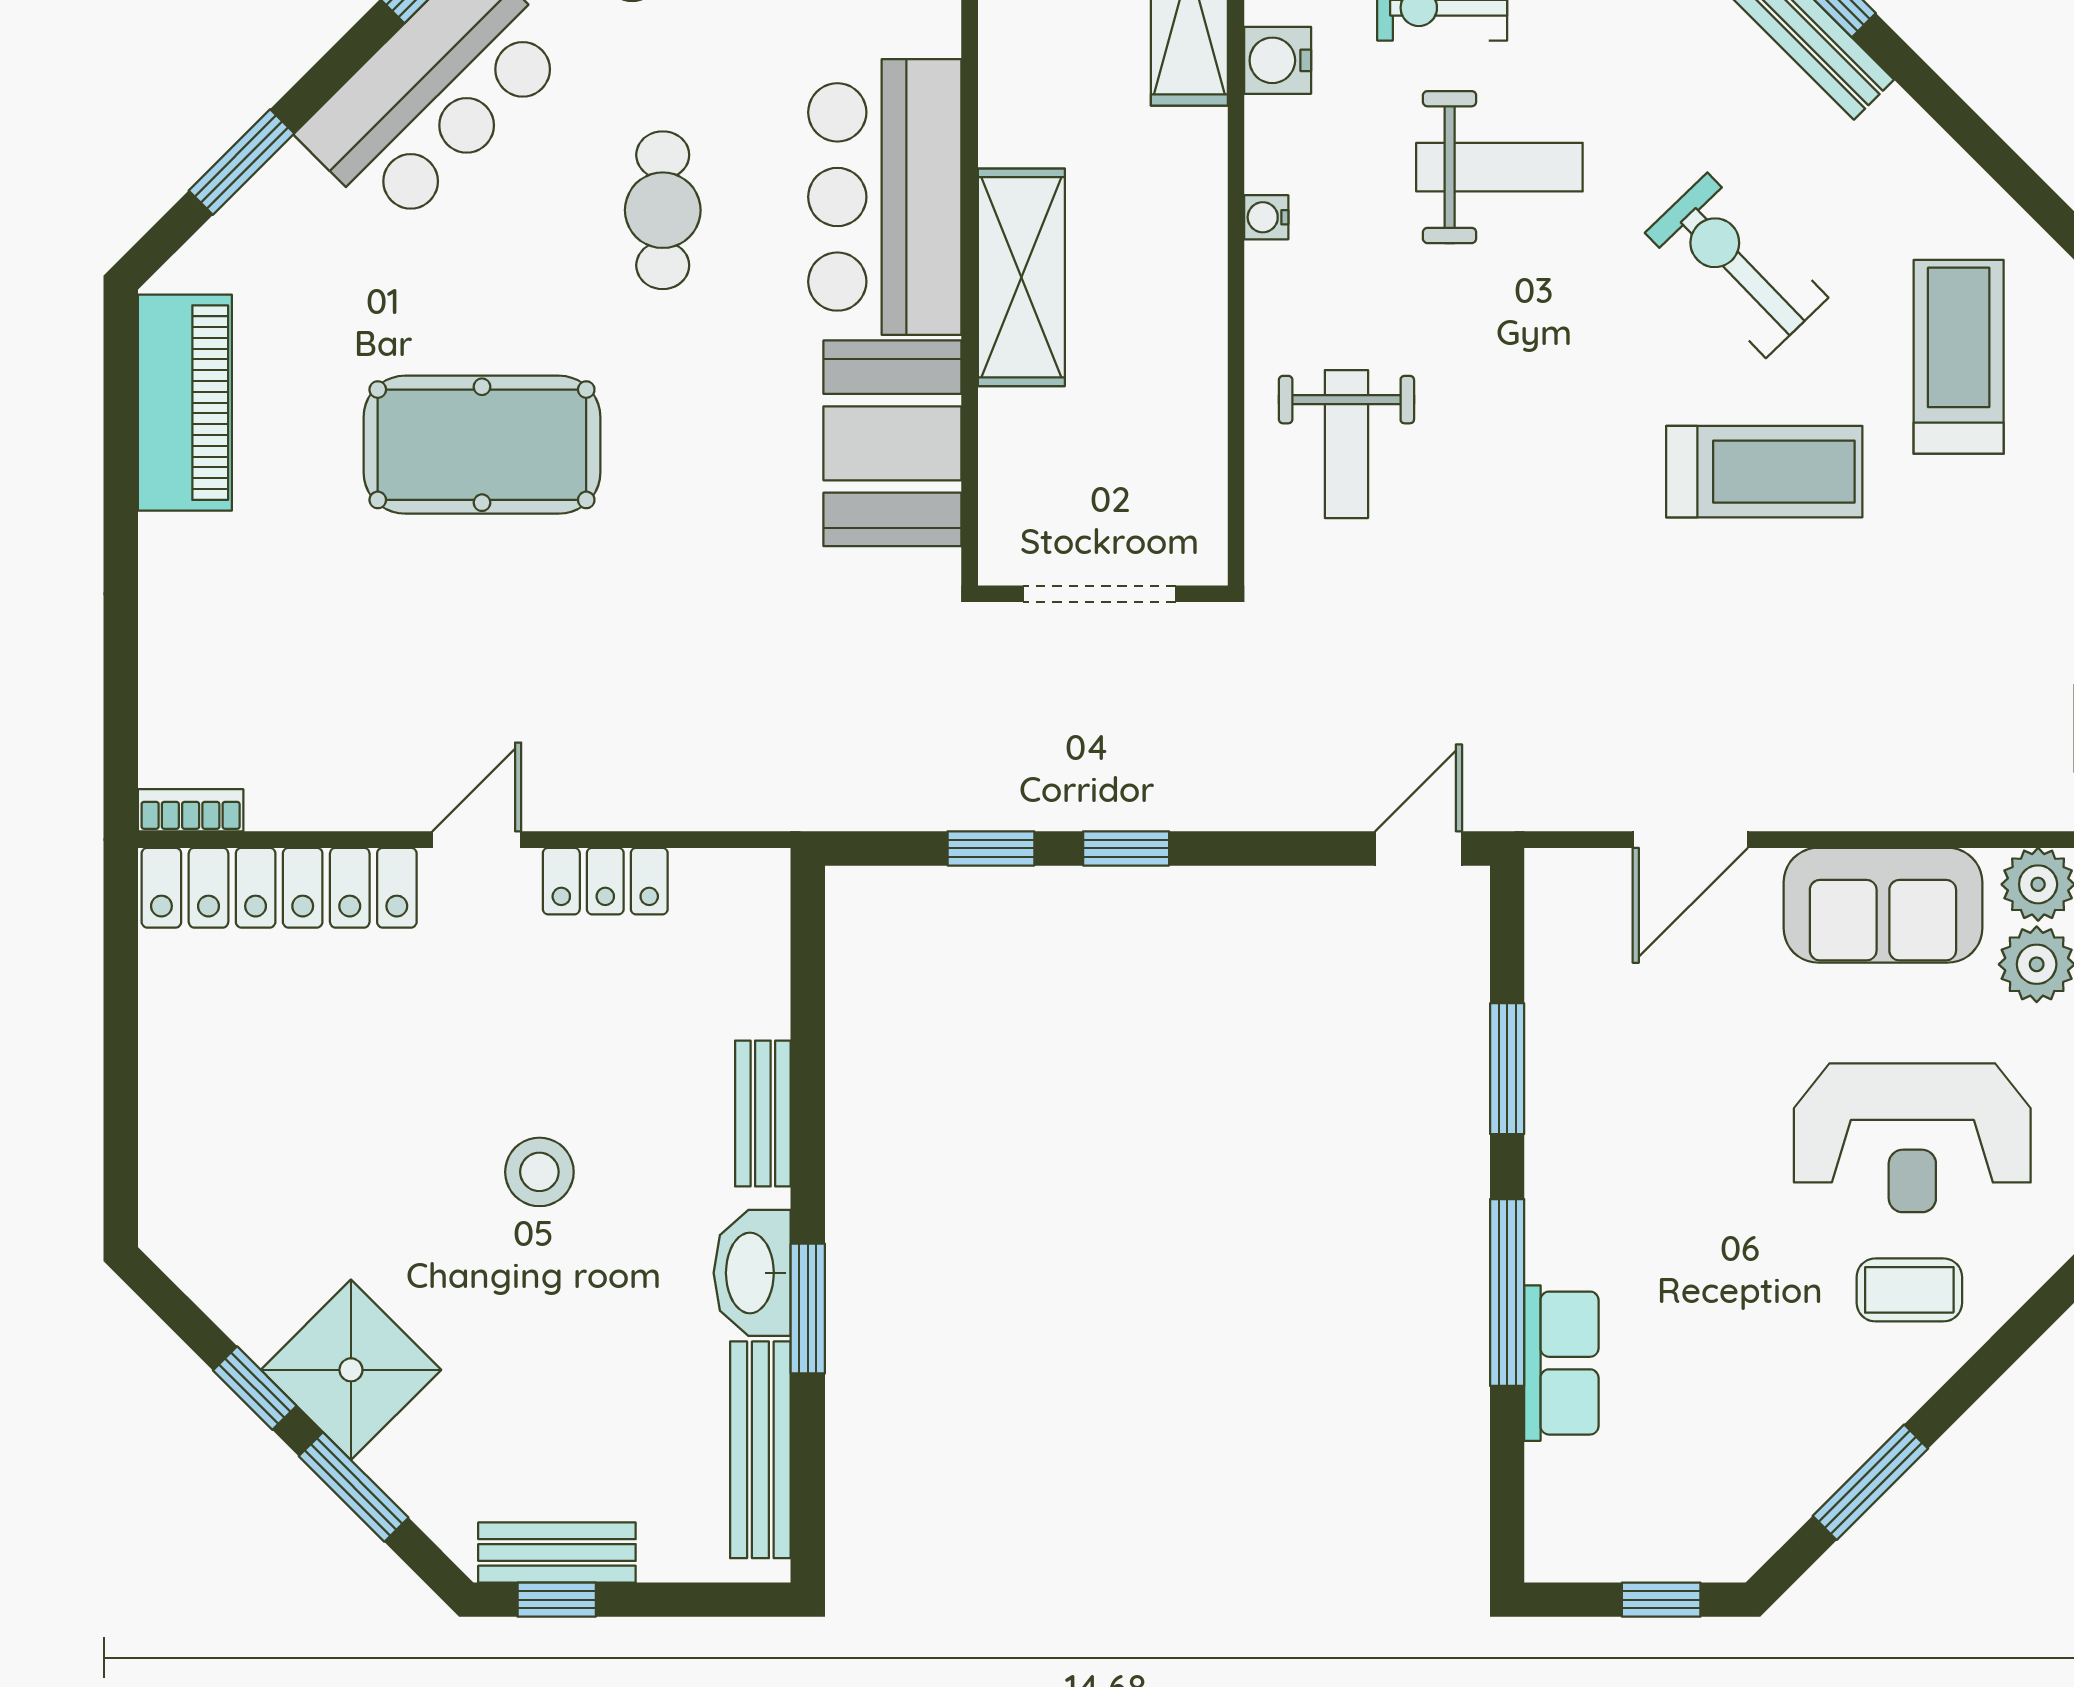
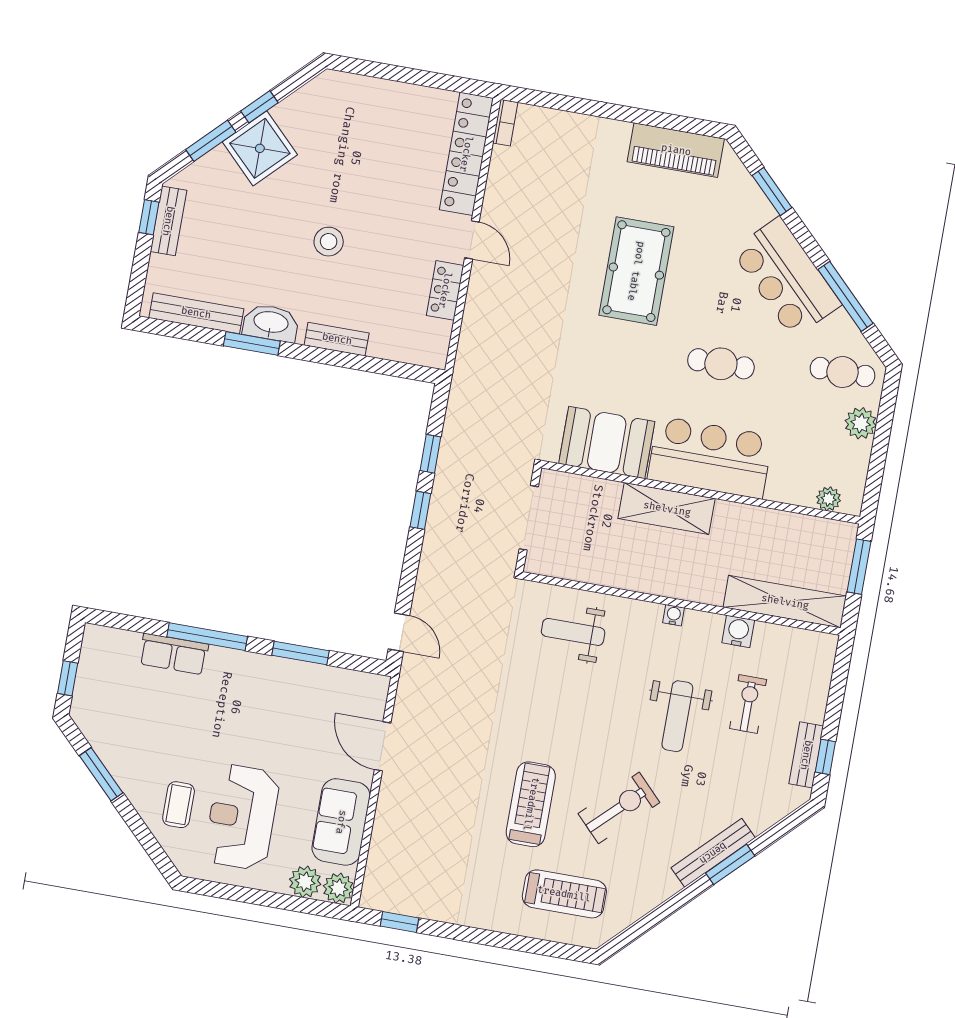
treadmill: (1764, 472) -> (531, 804), turned 180

